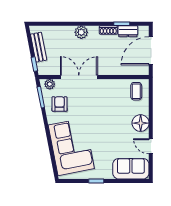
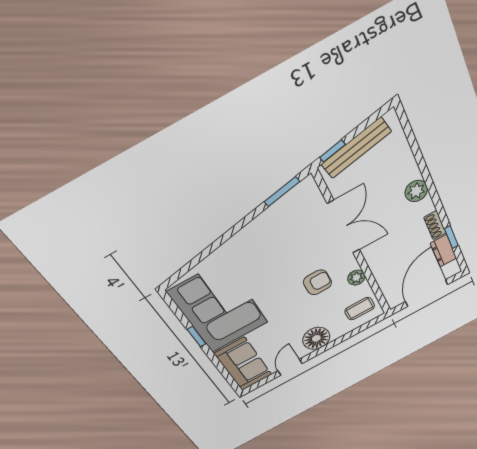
bench: (39, 47) -> (356, 148), width x1.36
door: (151, 51) -> (427, 293), hinge flipped
plant: (50, 84) -> (356, 278), moved
armchair: (59, 104) -> (317, 282), moved
corner sofa: (71, 147) -> (219, 307), moved, turned -79

